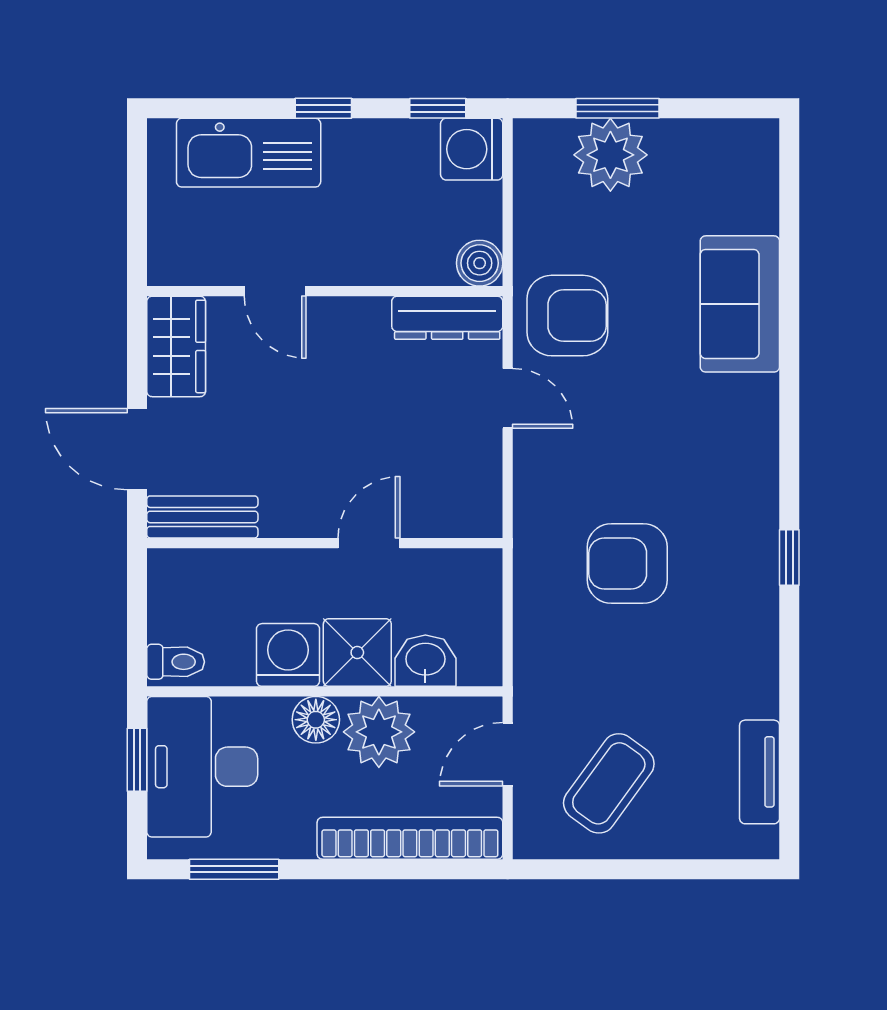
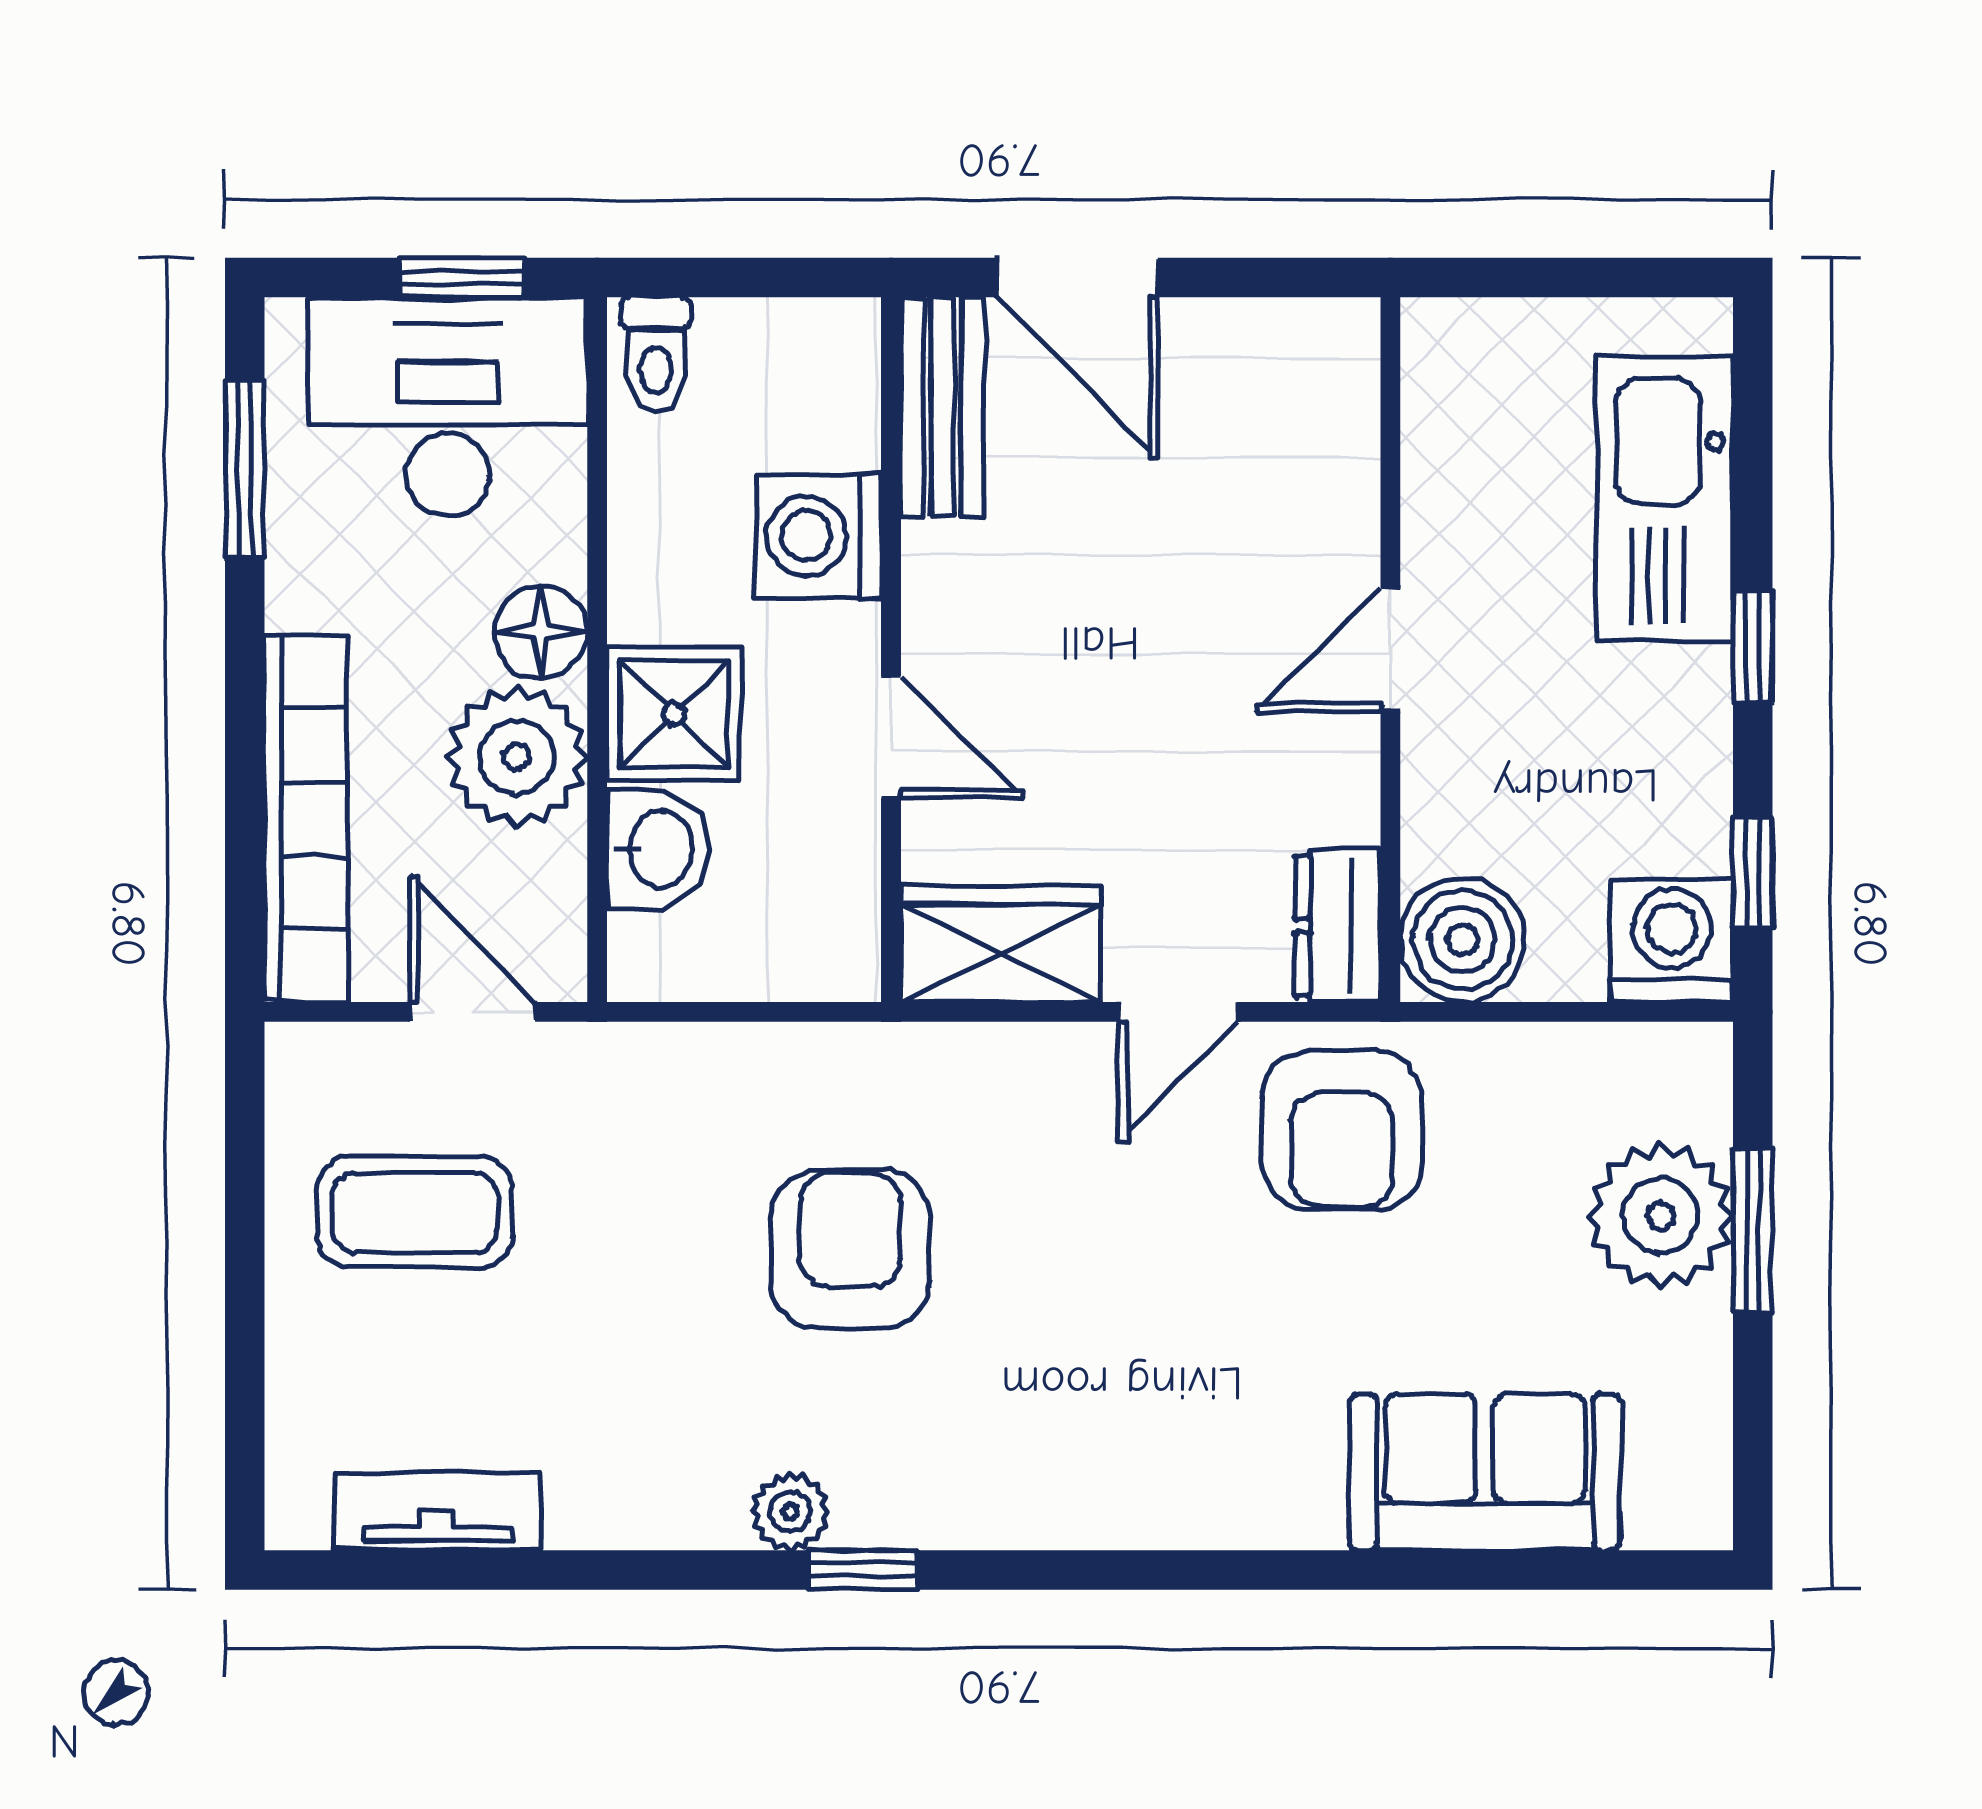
boiler: (480, 263) -> (1462, 940), width x1.36, depth x1.36
door: (275, 291) -> (1390, 650), moved
sofa: (740, 304) -> (1485, 1472), moved
dresser: (447, 318) -> (1338, 926), width x0.70
wardrobe: (176, 346) -> (1001, 944), moved, turned 180
door: (137, 449) -> (1077, 277), swing flipped
plant: (760, 594) -> (790, 1512), added
washing machine: (288, 655) -> (819, 536), moved, turned 180
coffee table: (609, 783) -> (415, 1213), turned -36

